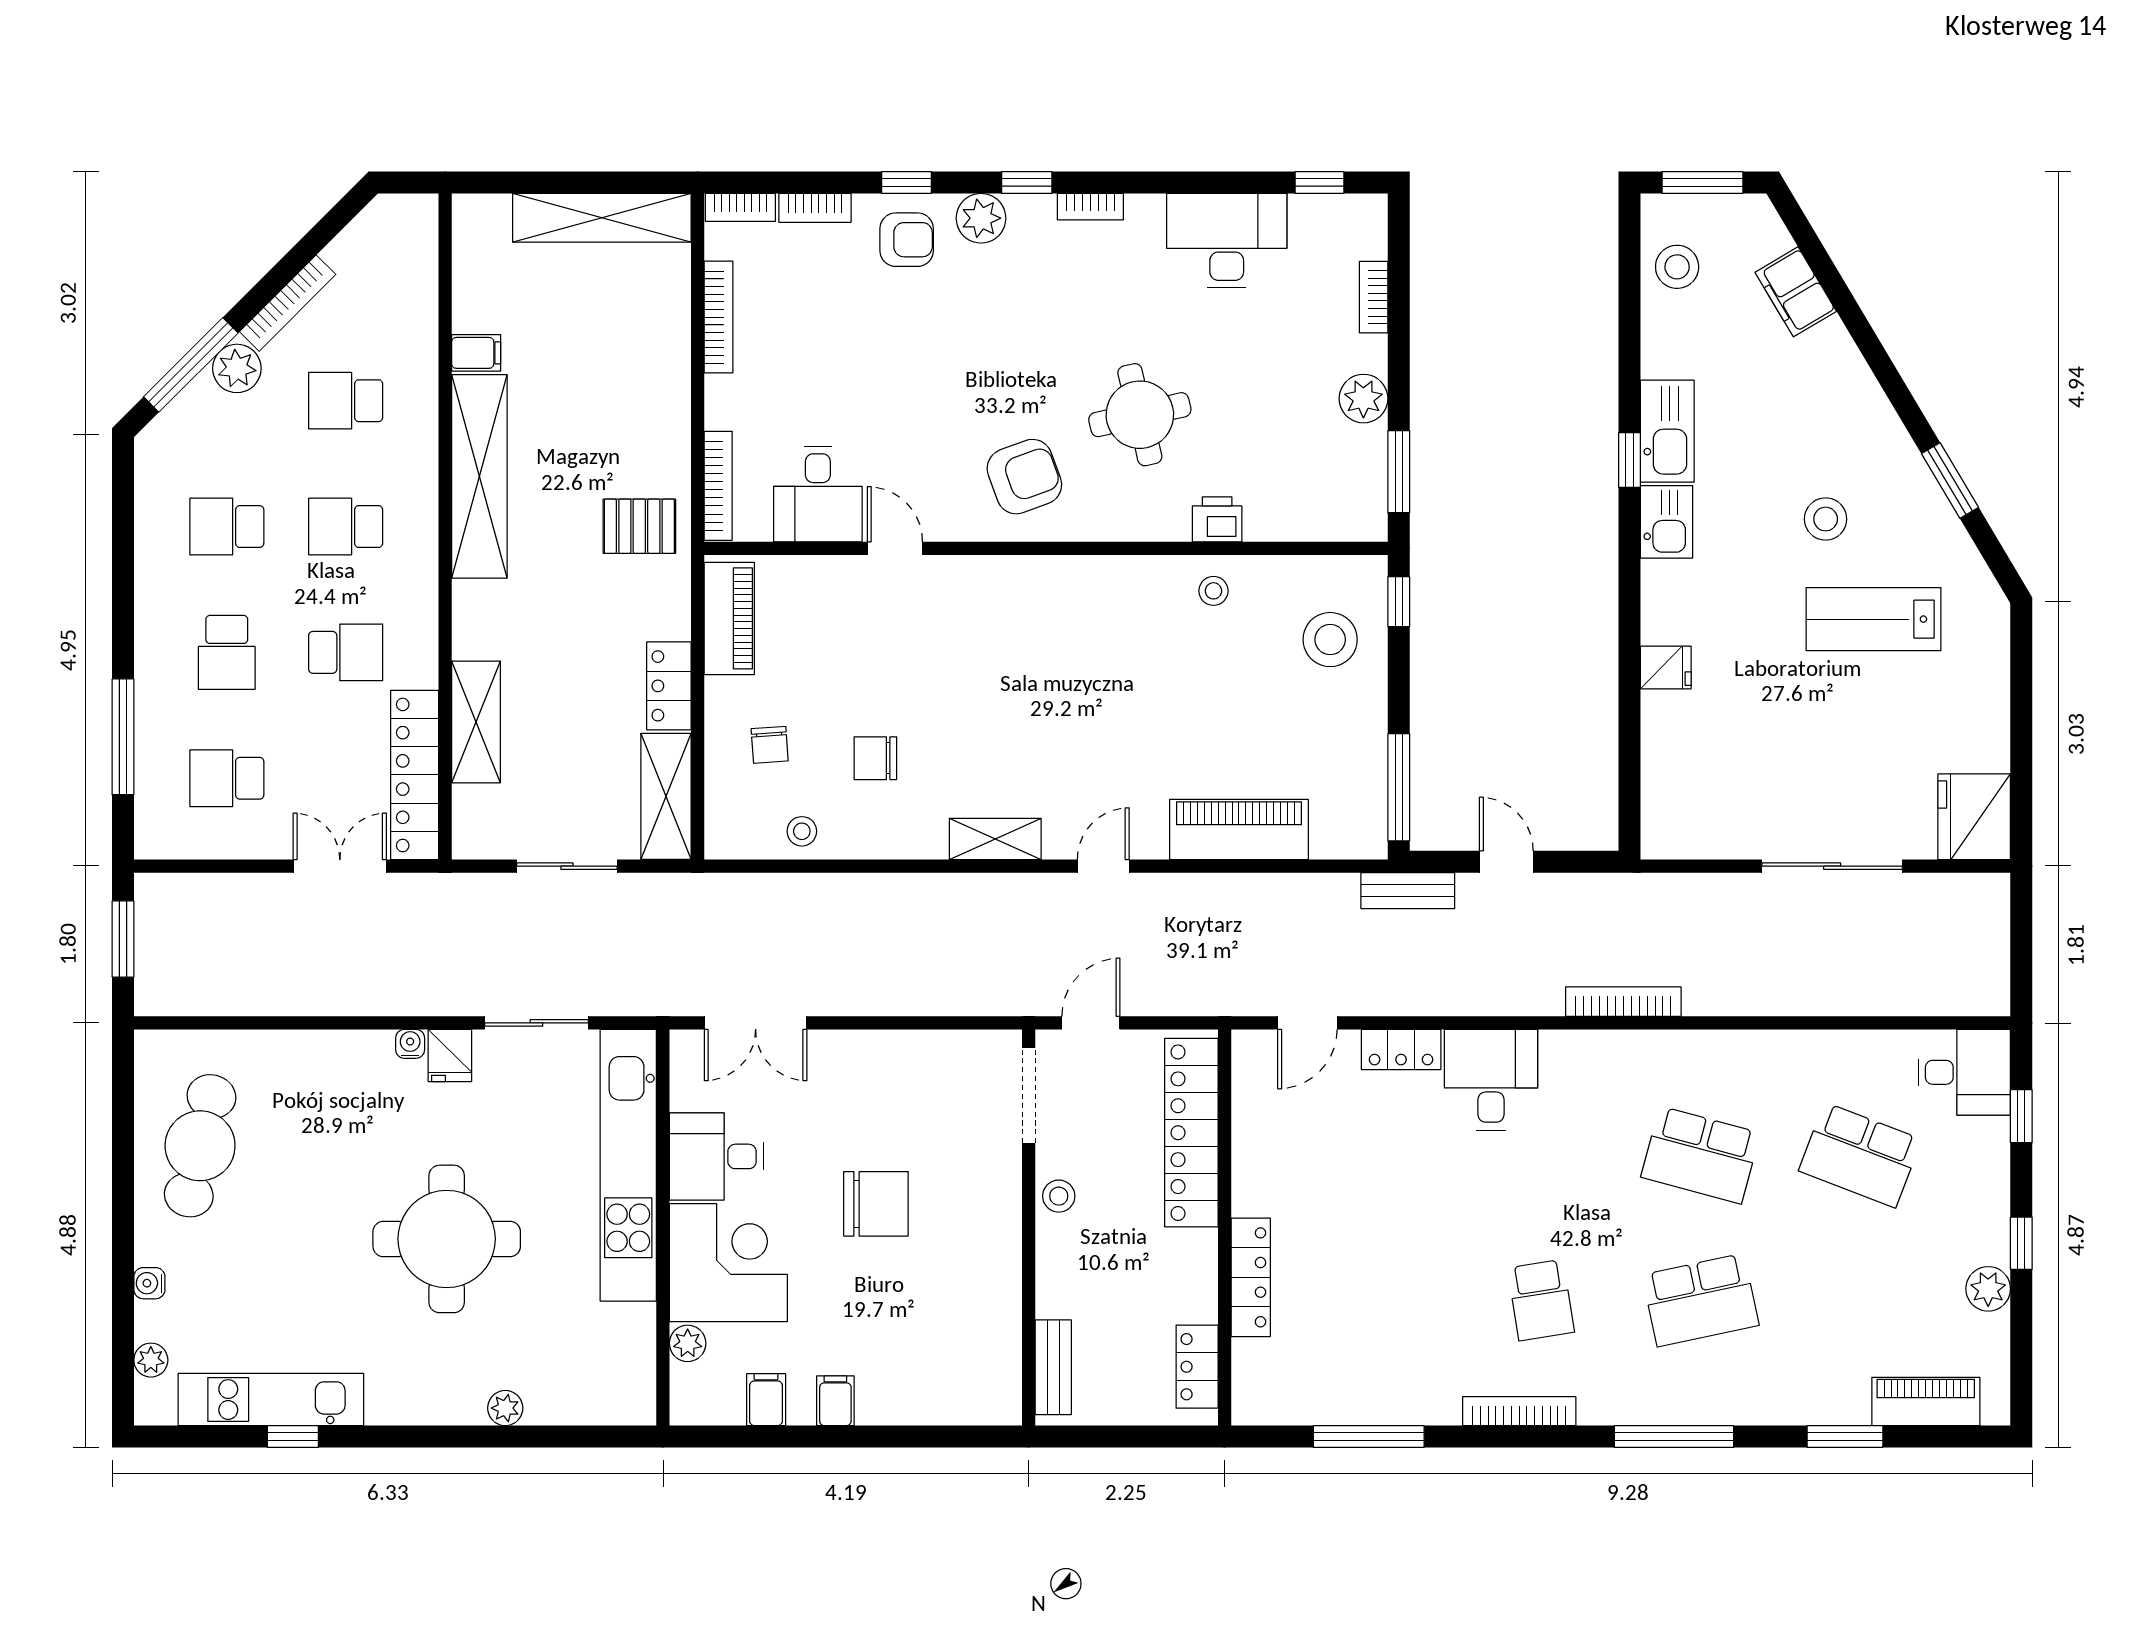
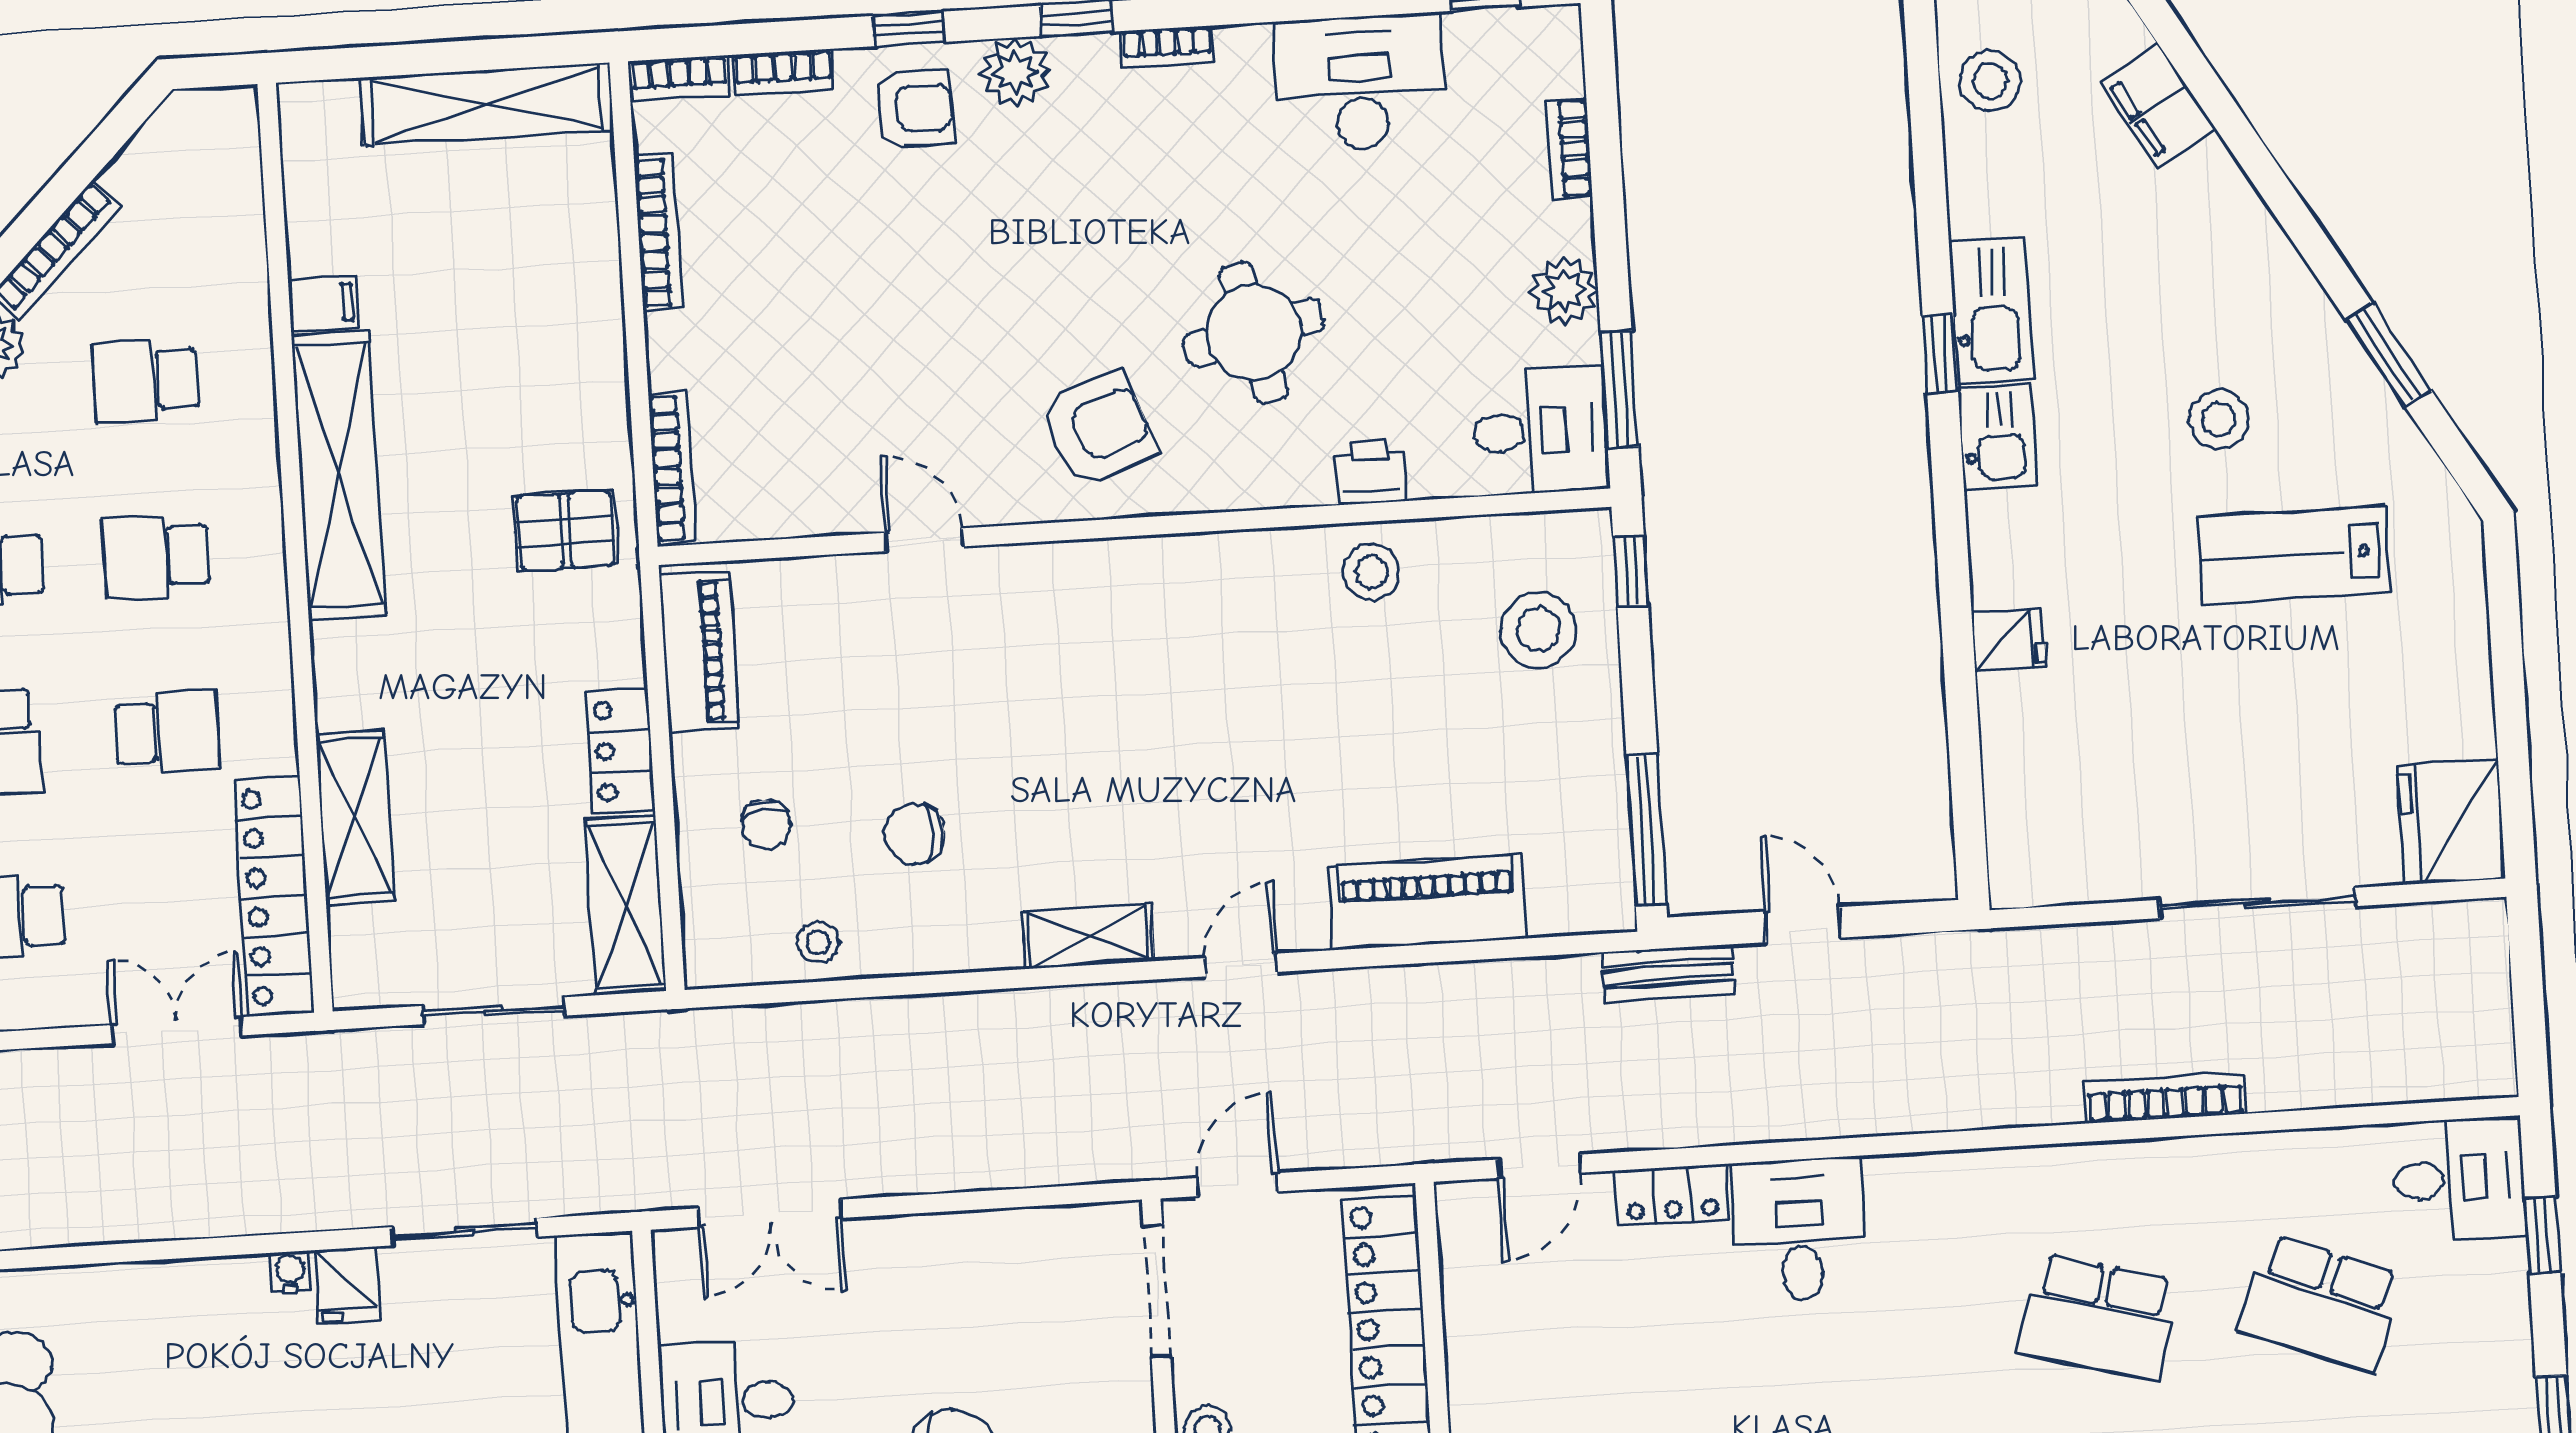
desk: (818, 494) -> (1540, 431), moved, turned -90
stool: (1213, 591) -> (1372, 572), width x1.37, depth x1.37
bookcase: (1623, 1002) -> (2165, 1098), moved

